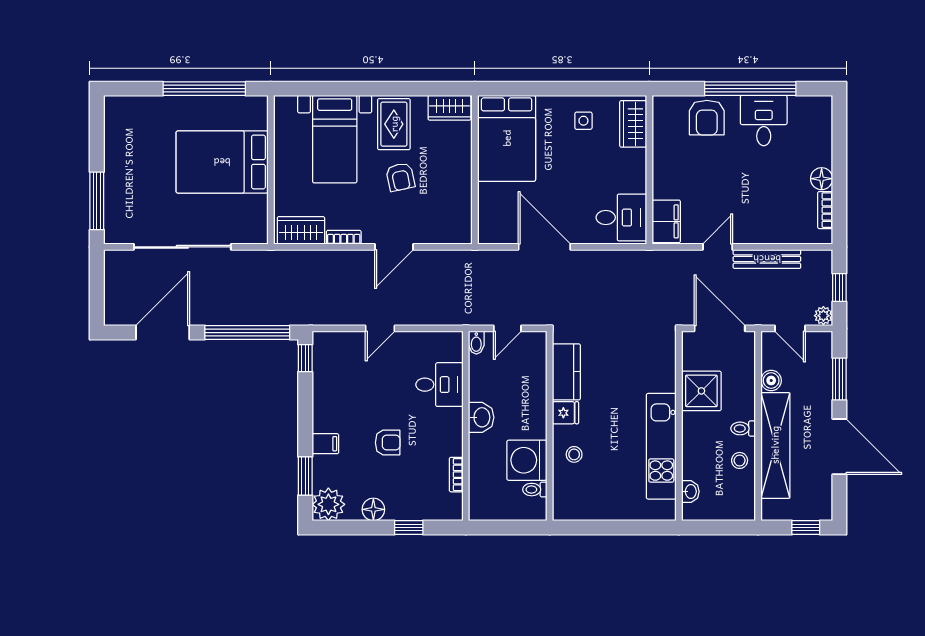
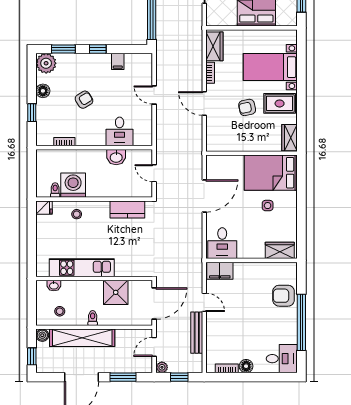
side table: (583, 121) -> (268, 206), moved
desk: (764, 121) -> (282, 359), moved
bidet: (476, 343) -> (145, 154), removed
window: (305, 358) -> (98, 49), moved
boiler: (771, 380) -> (42, 335), moved
fridge: (565, 413) -> (44, 208), moved, turned -90
washbasin: (481, 417) -> (116, 157), moved
armchair: (388, 443) -> (84, 100), turned -122
filing cabinet: (325, 444) -> (118, 61), moved
stool: (740, 460) -> (60, 311), moved

